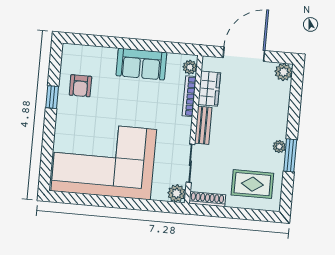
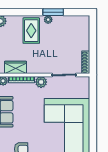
bench: (203, 125) -> (39, 69), removed
rug: (252, 184) -> (31, 31), moved
plant: (177, 193) -> (41, 82), moved

